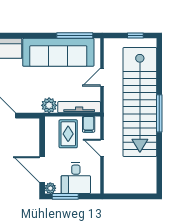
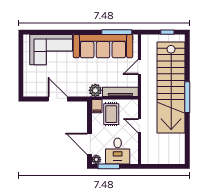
filing cabinet: (89, 124) -> (97, 106), moved

